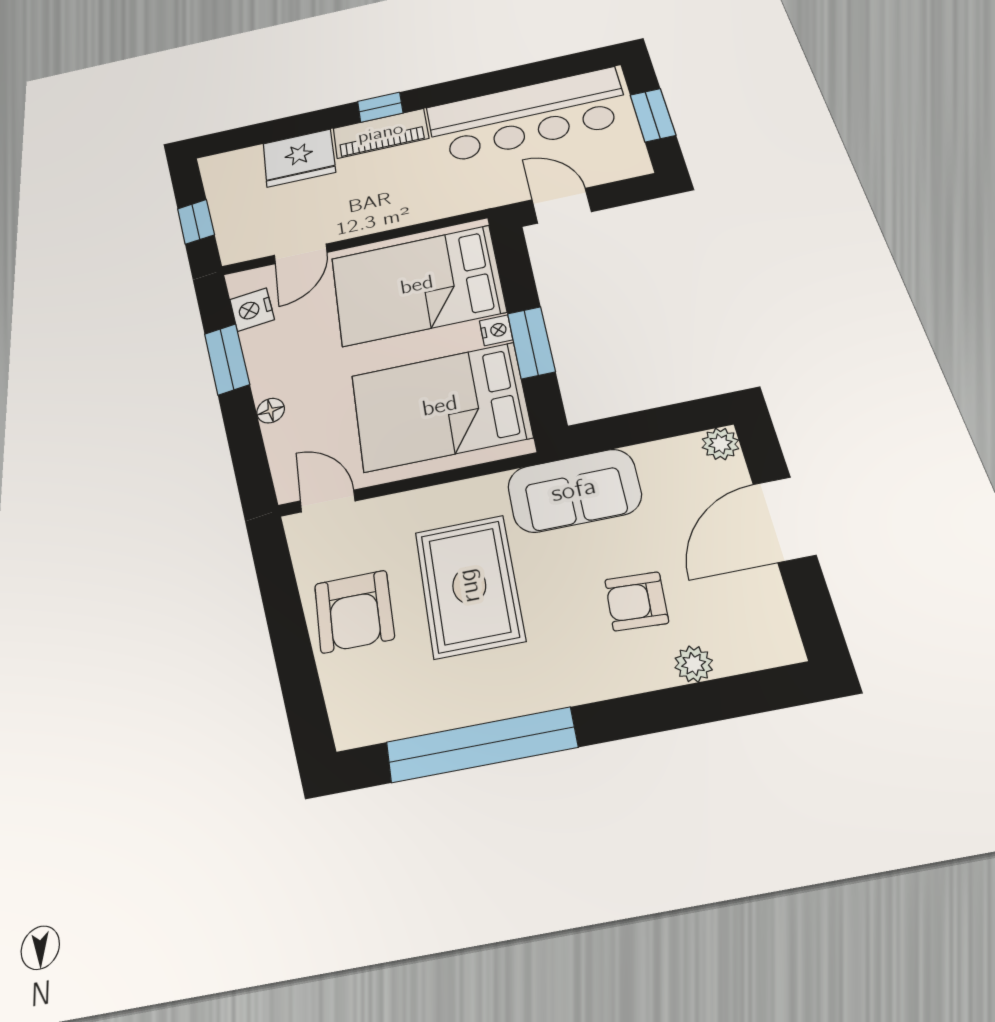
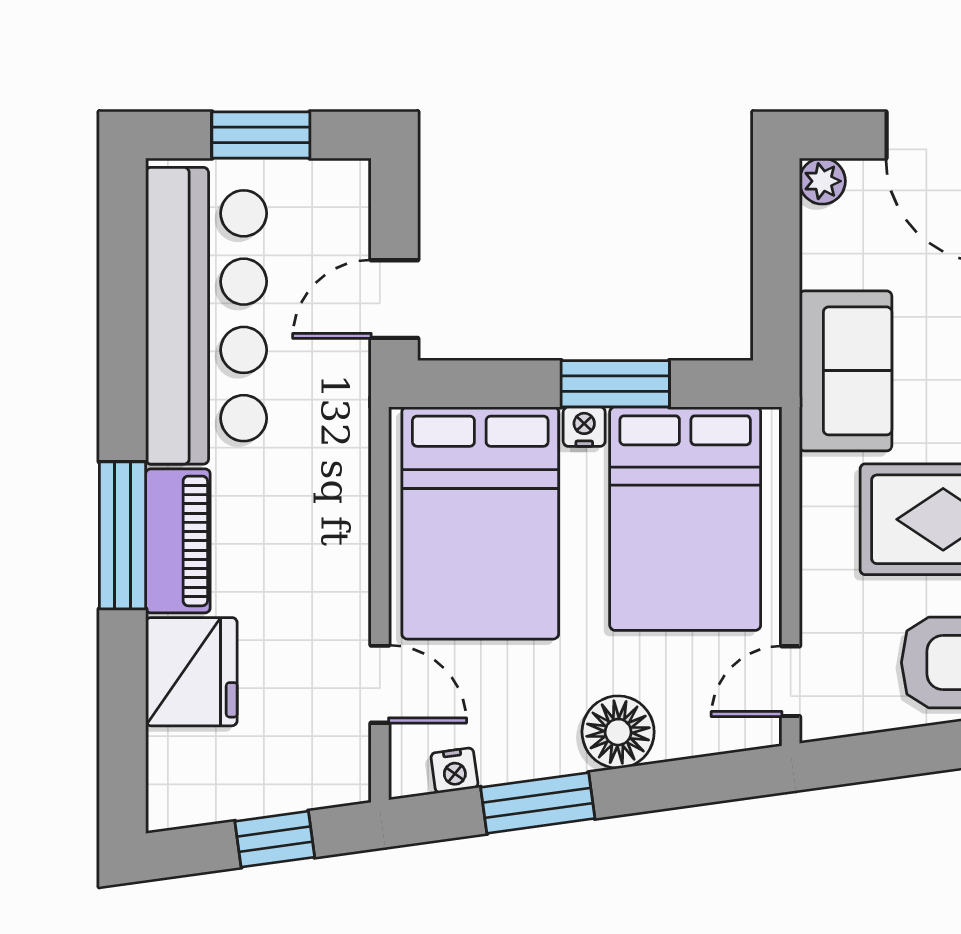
window: (380, 107) -> (123, 535), width x2.17
nightstand: (252, 310) -> (454, 771), width x0.72, depth x0.74
floor lamp: (271, 411) -> (618, 732), width x1.89, depth x1.89

